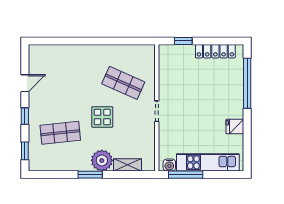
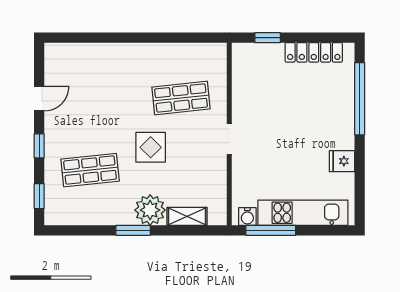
shop shelf: (123, 83) -> (181, 98), turned -30

